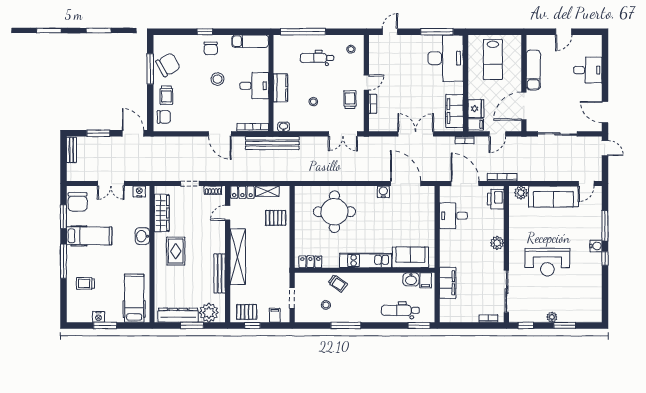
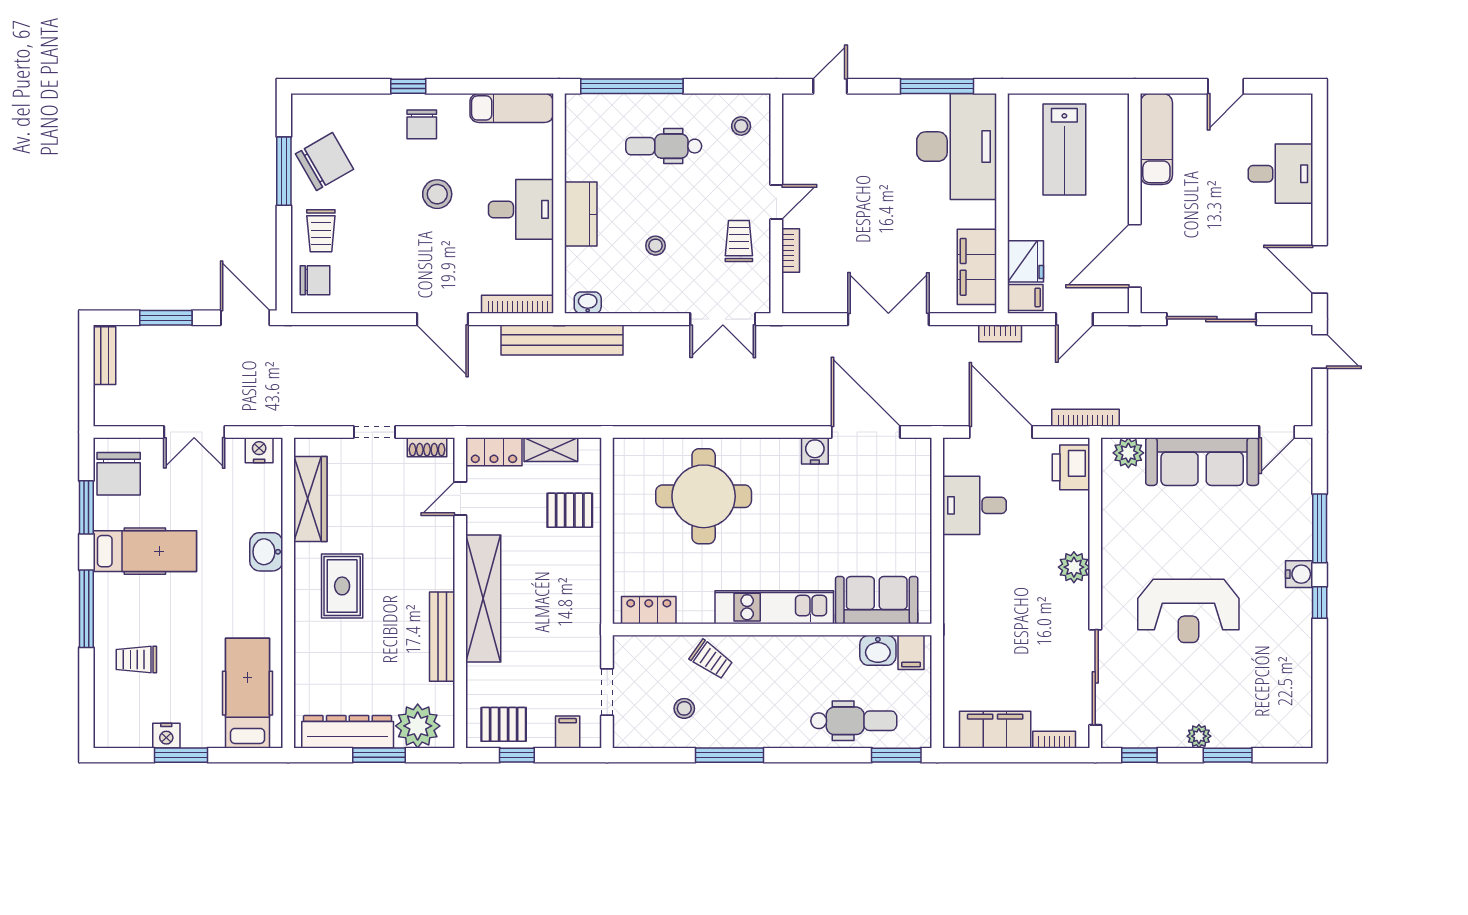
exam couch: (533, 70) -> (1156, 139), moved
filing cabinet: (448, 283) -> (995, 730), moved, turned -90
dental chair: (400, 310) -> (854, 721), turned 180

